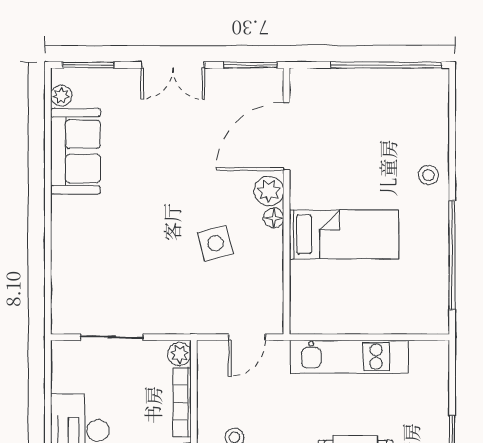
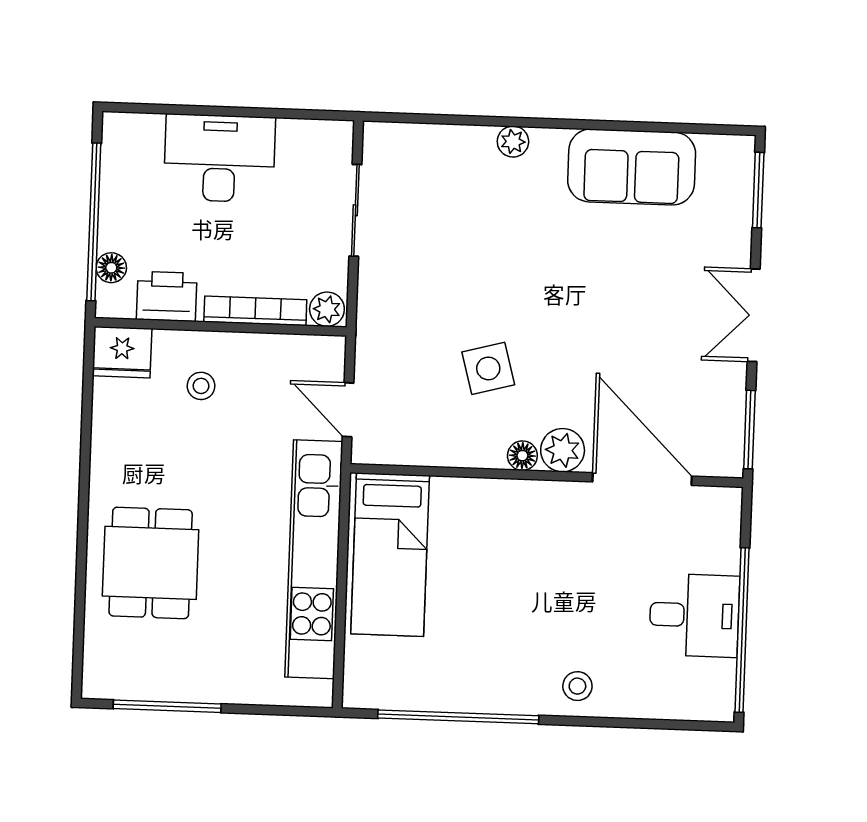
plant: (61, 96) -> (513, 142), moved
desk: (377, 98) -> (694, 615), added
bed: (344, 234) -> (390, 555), moved
kitchen unit: (349, 357) -> (314, 559), width x1.36

